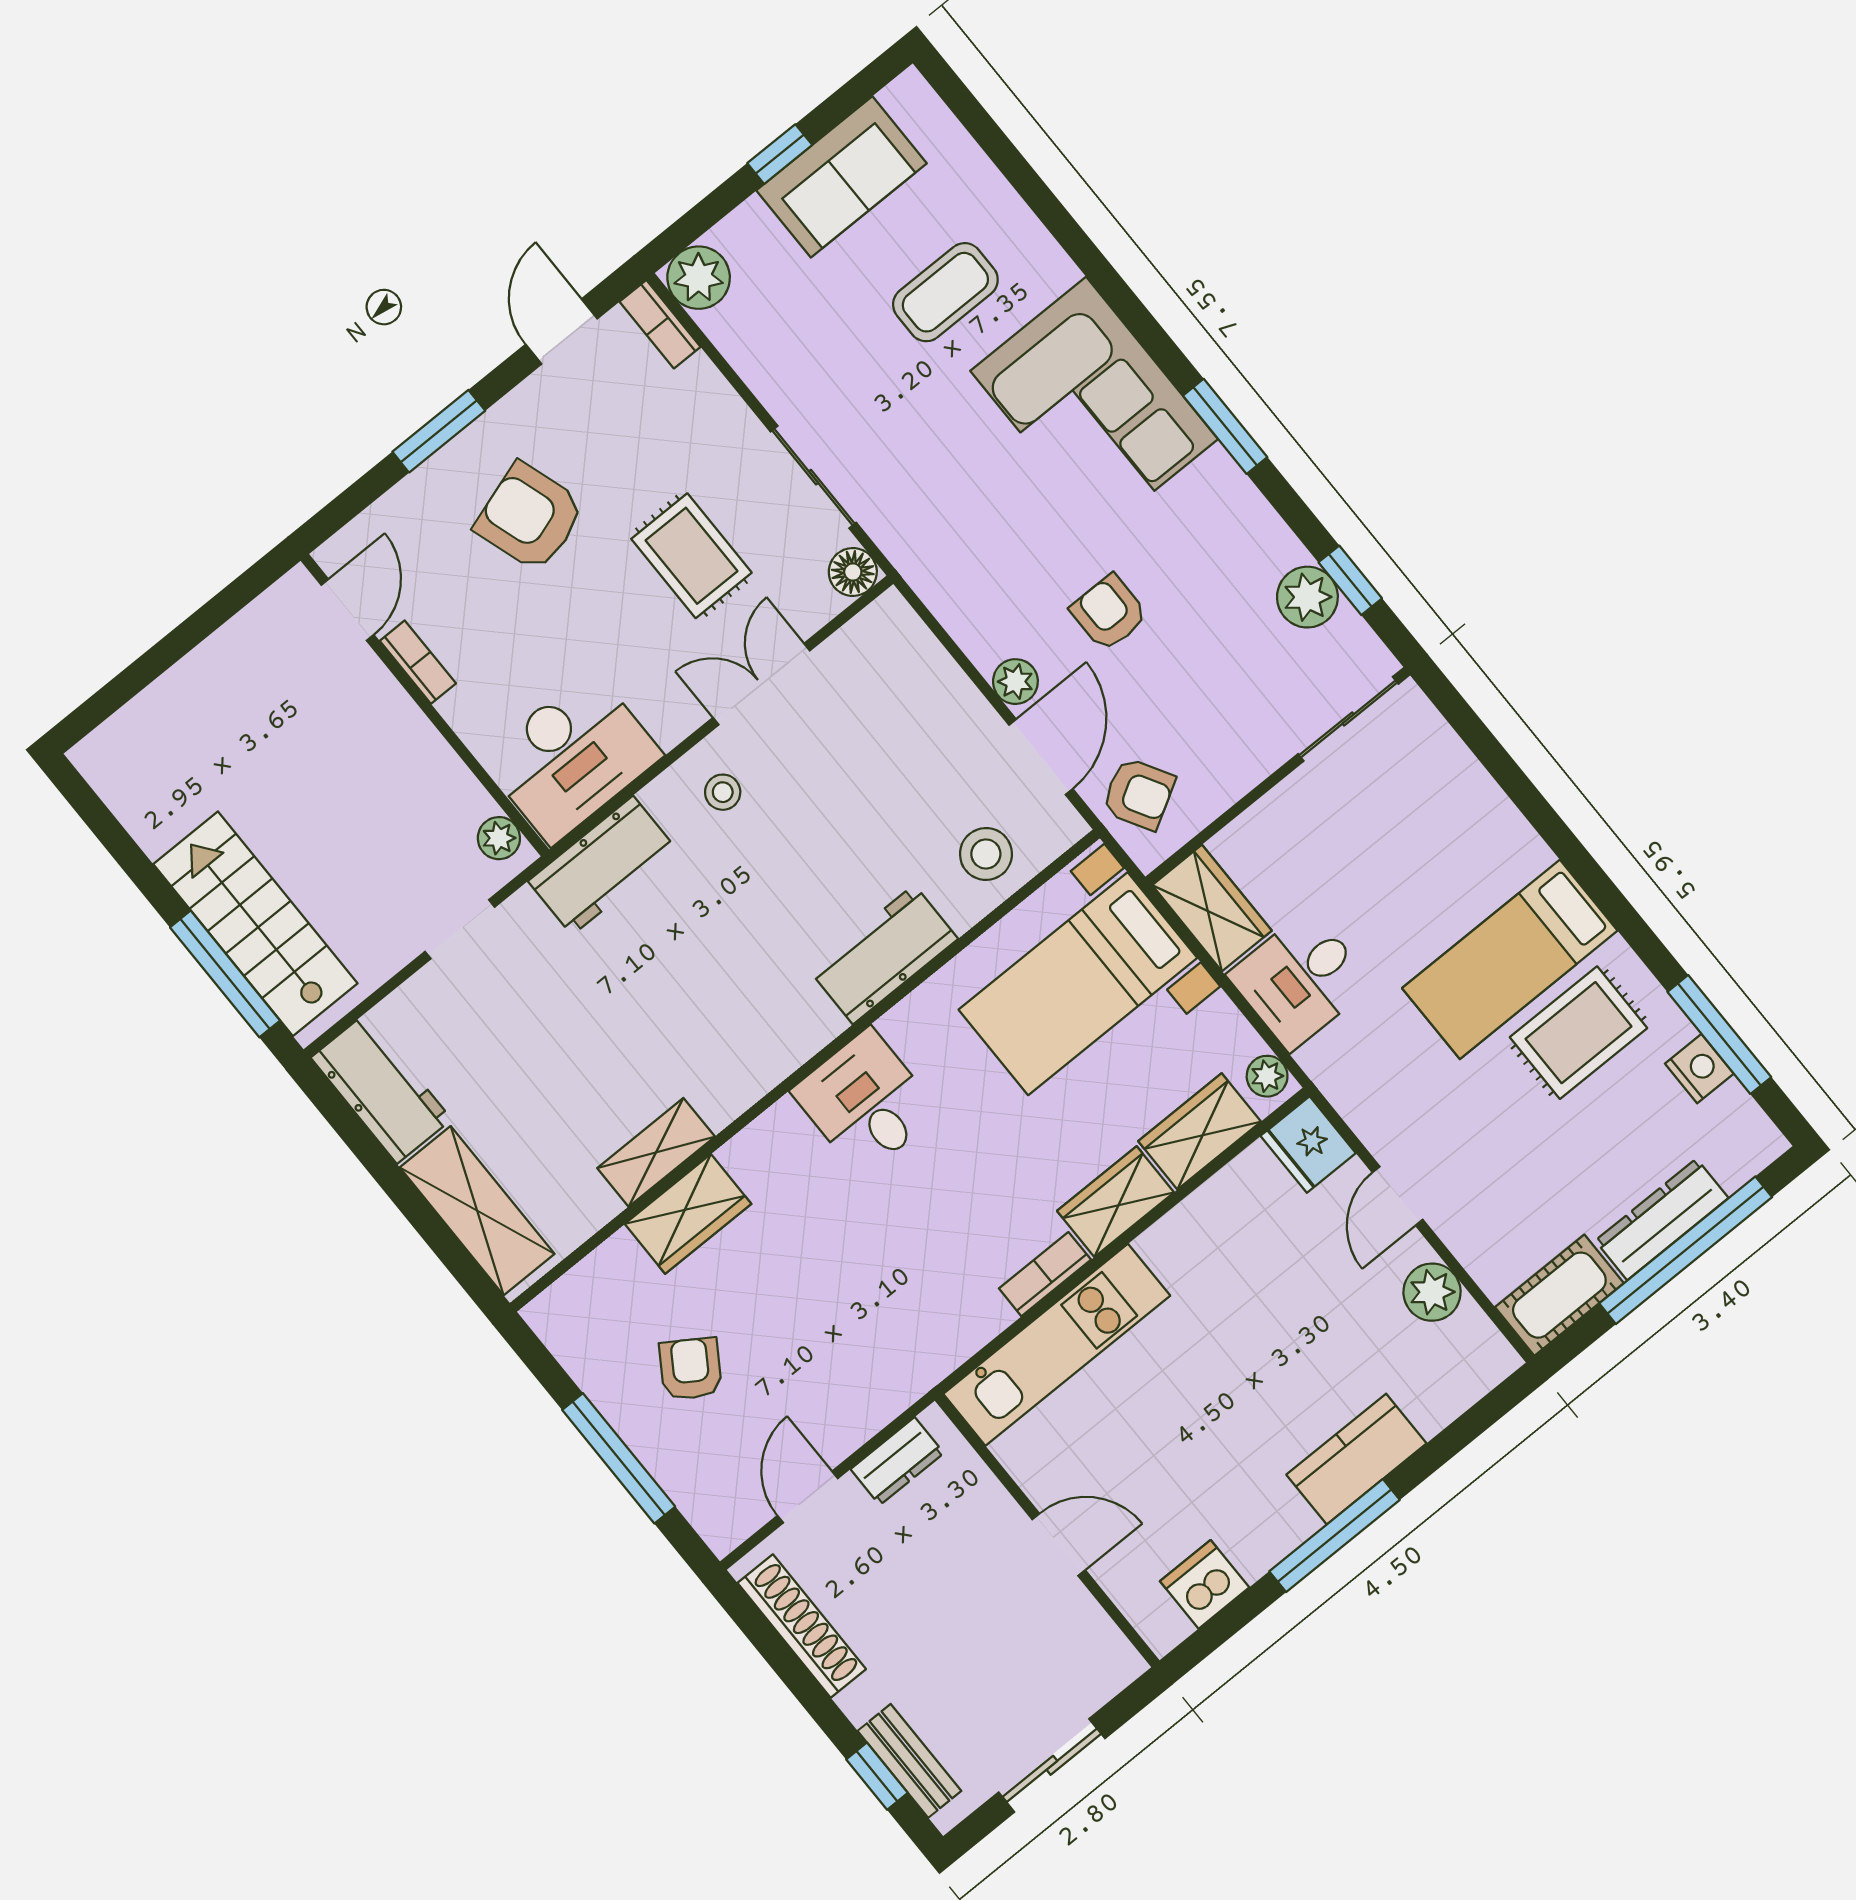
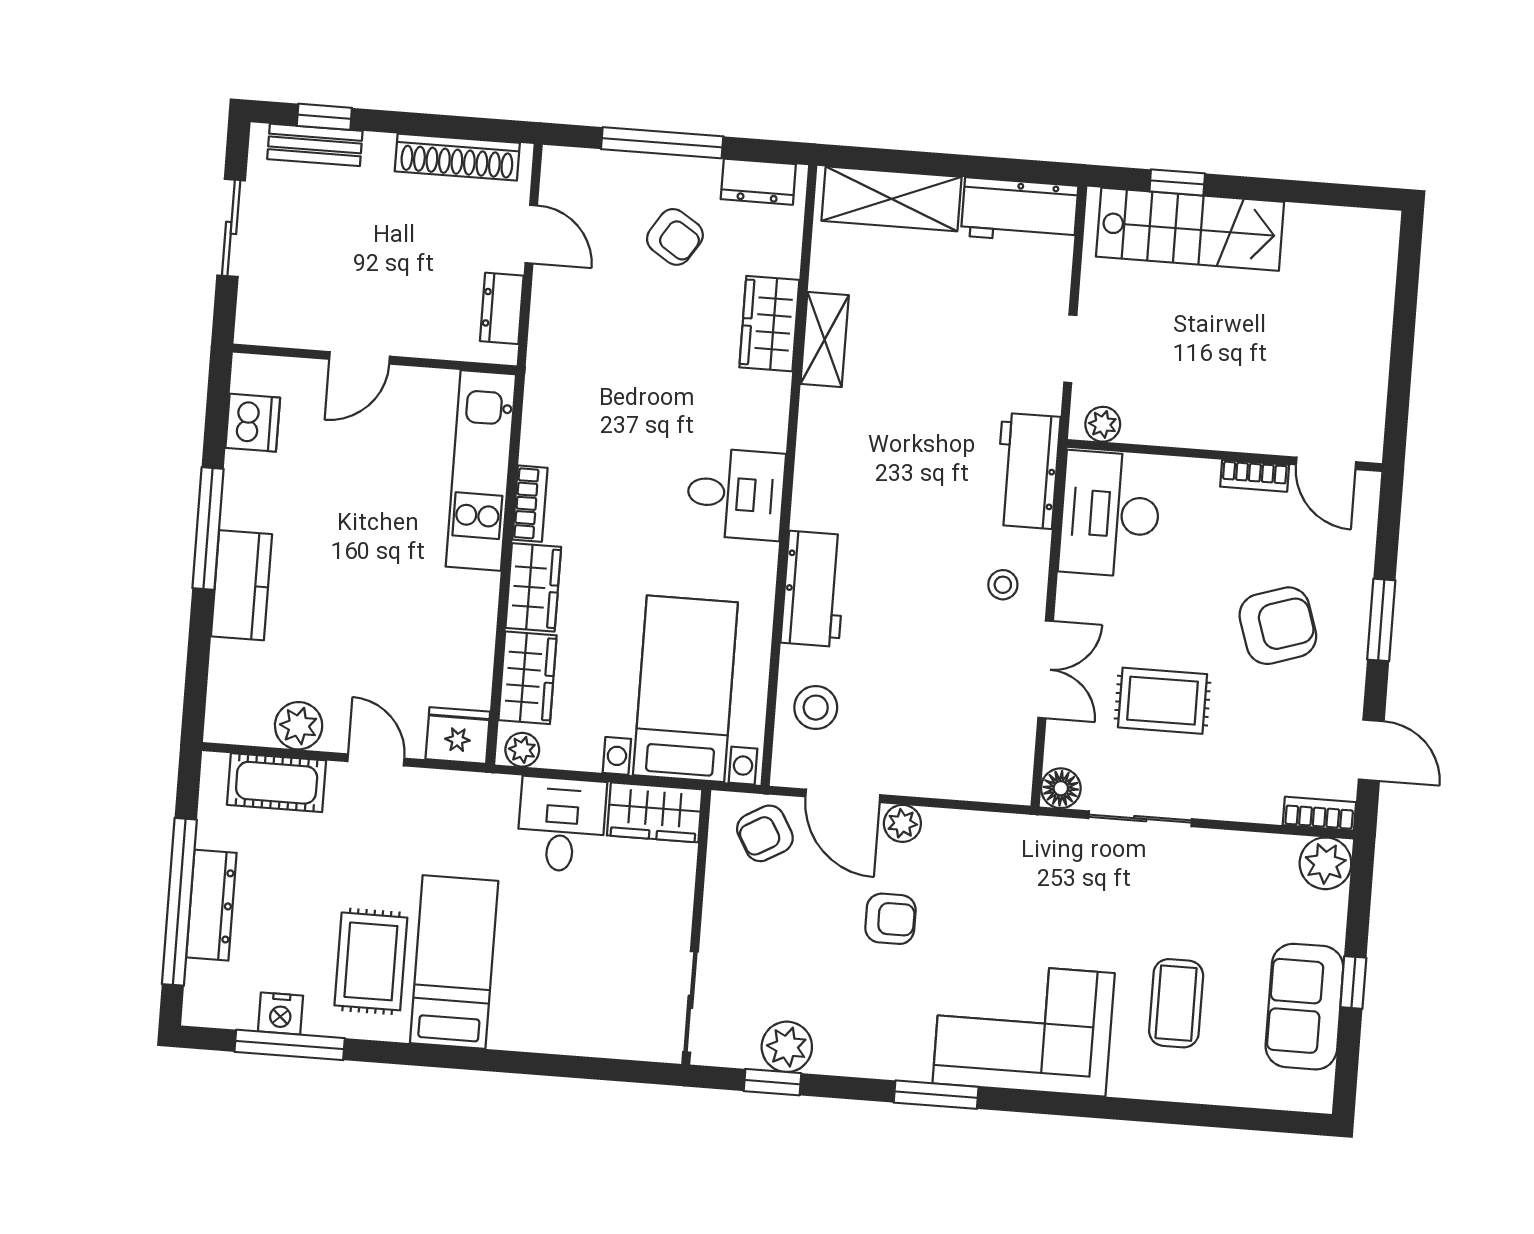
window: (225, 974) -> (1177, 182), width x0.46
cot: (1559, 1295) -> (277, 783), moved, turned 90
dresser: (573, 1342) -> (758, 182), added

